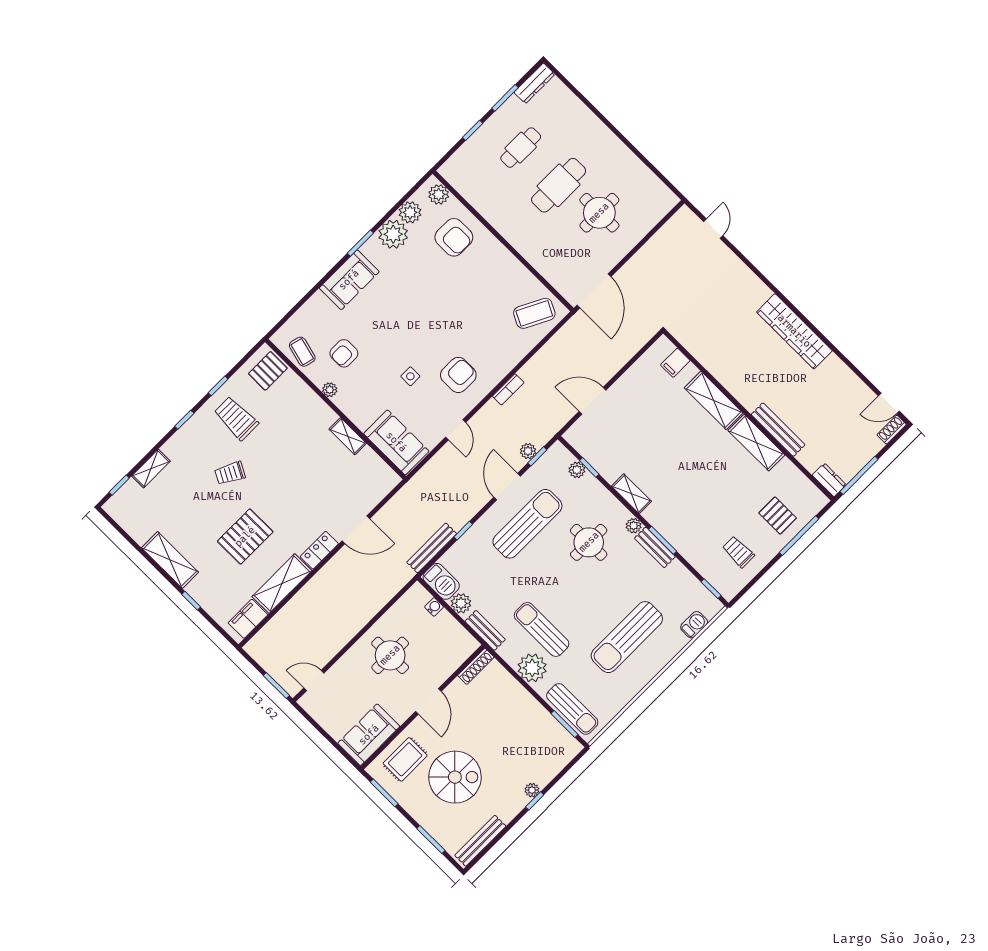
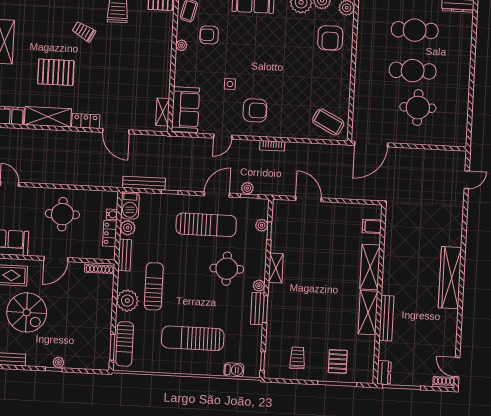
cafe table: (521, 148) -> (415, 30), width x1.37, depth x1.35
shelving: (348, 436) -> (163, 112), moved
locker: (451, 626) -> (110, 233), added

